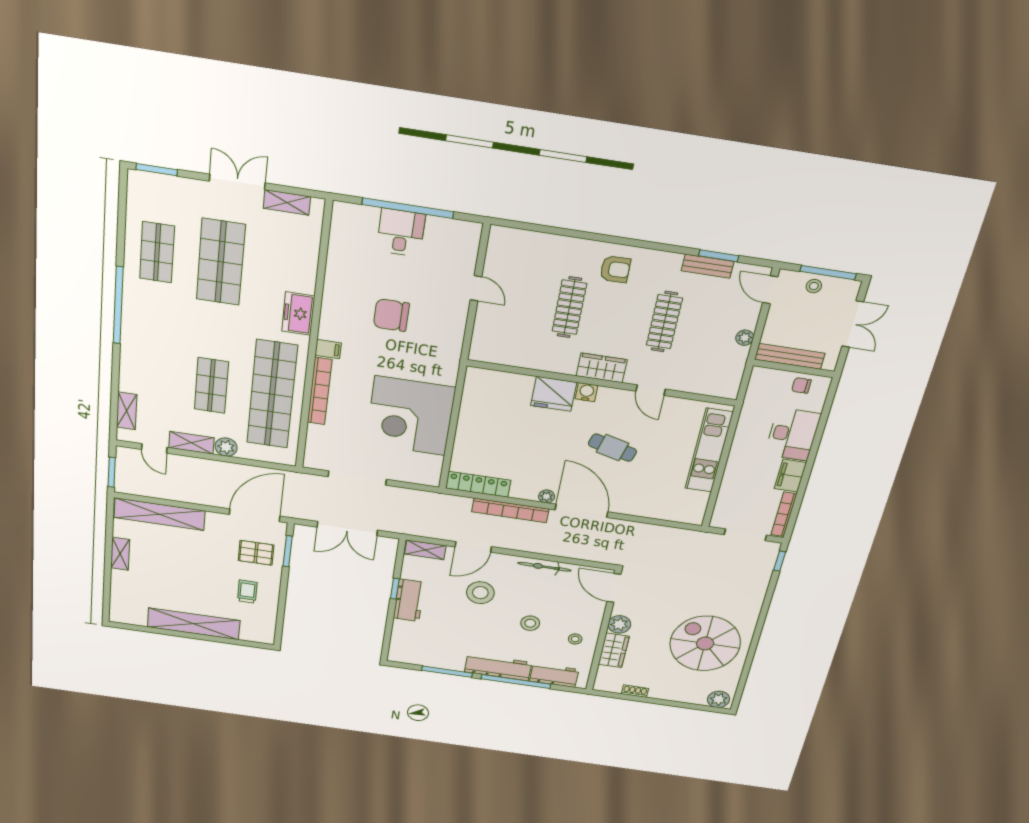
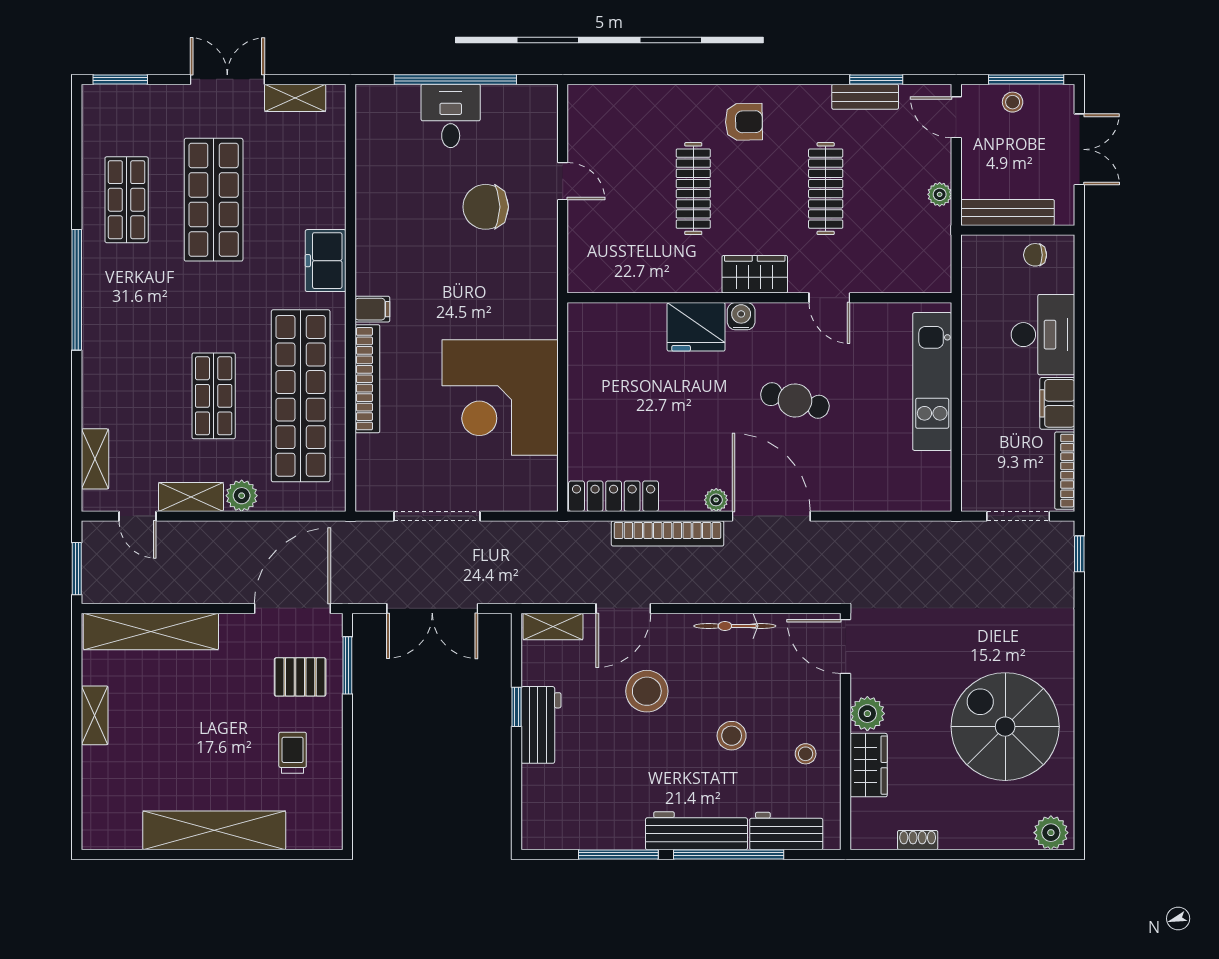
chair: (391, 315) -> (486, 207), moved

